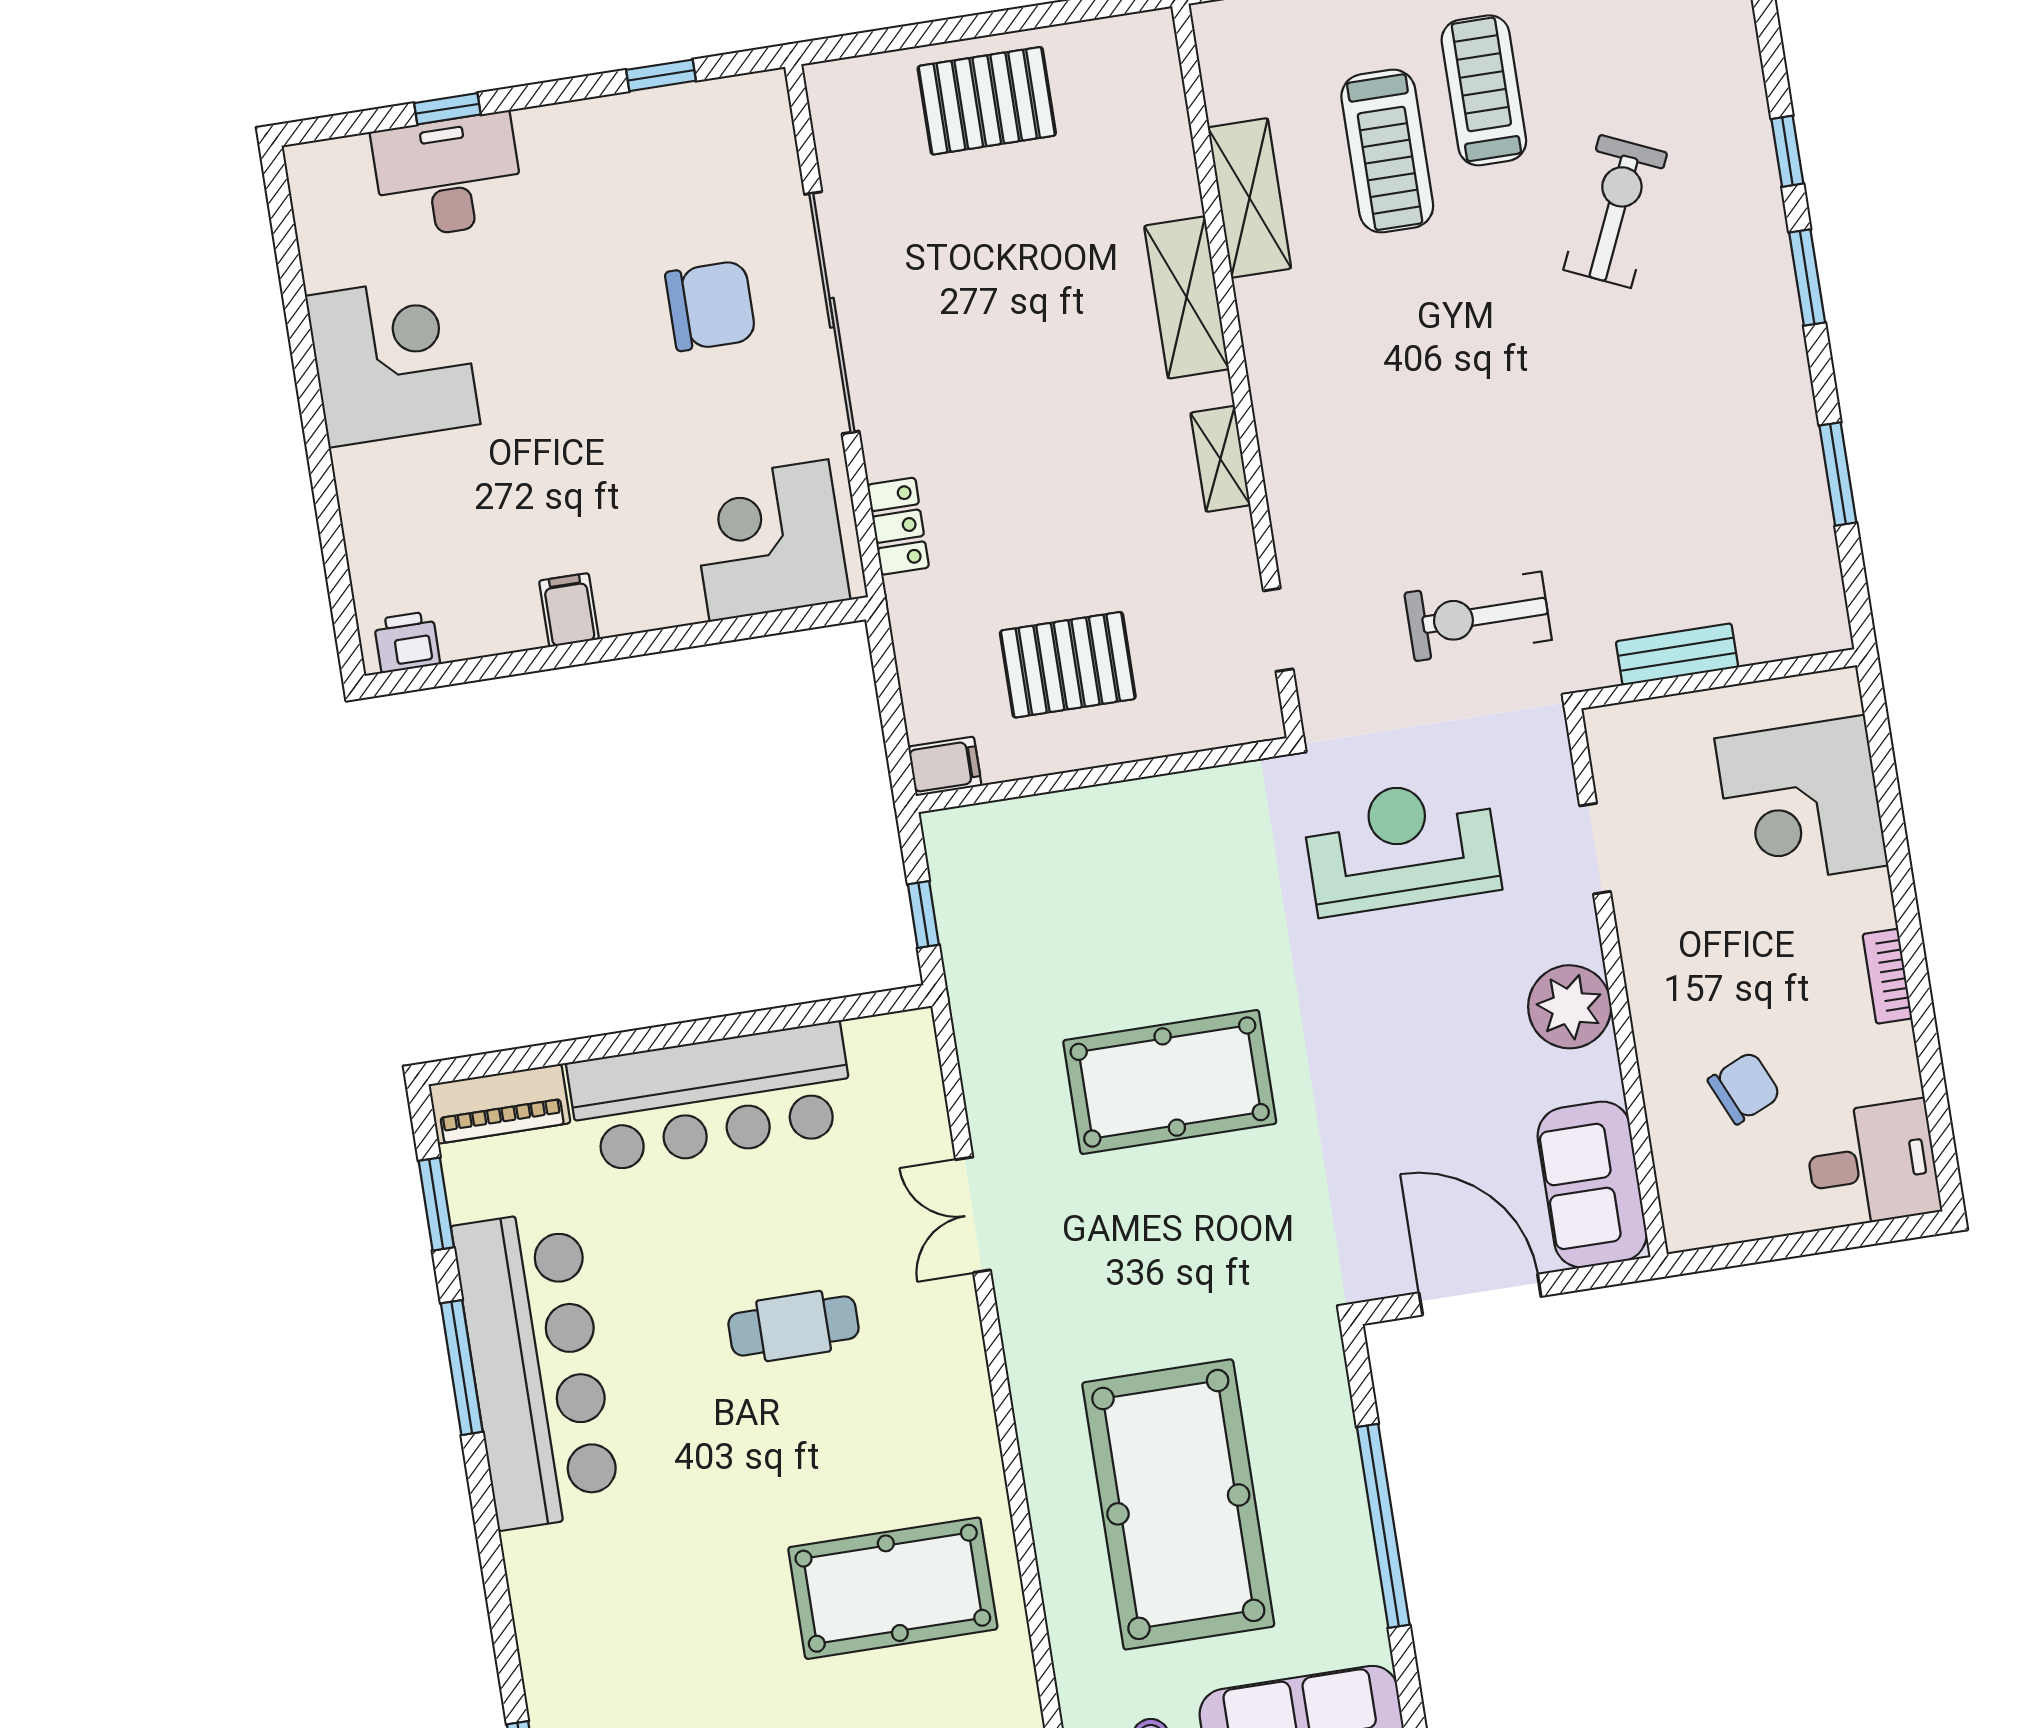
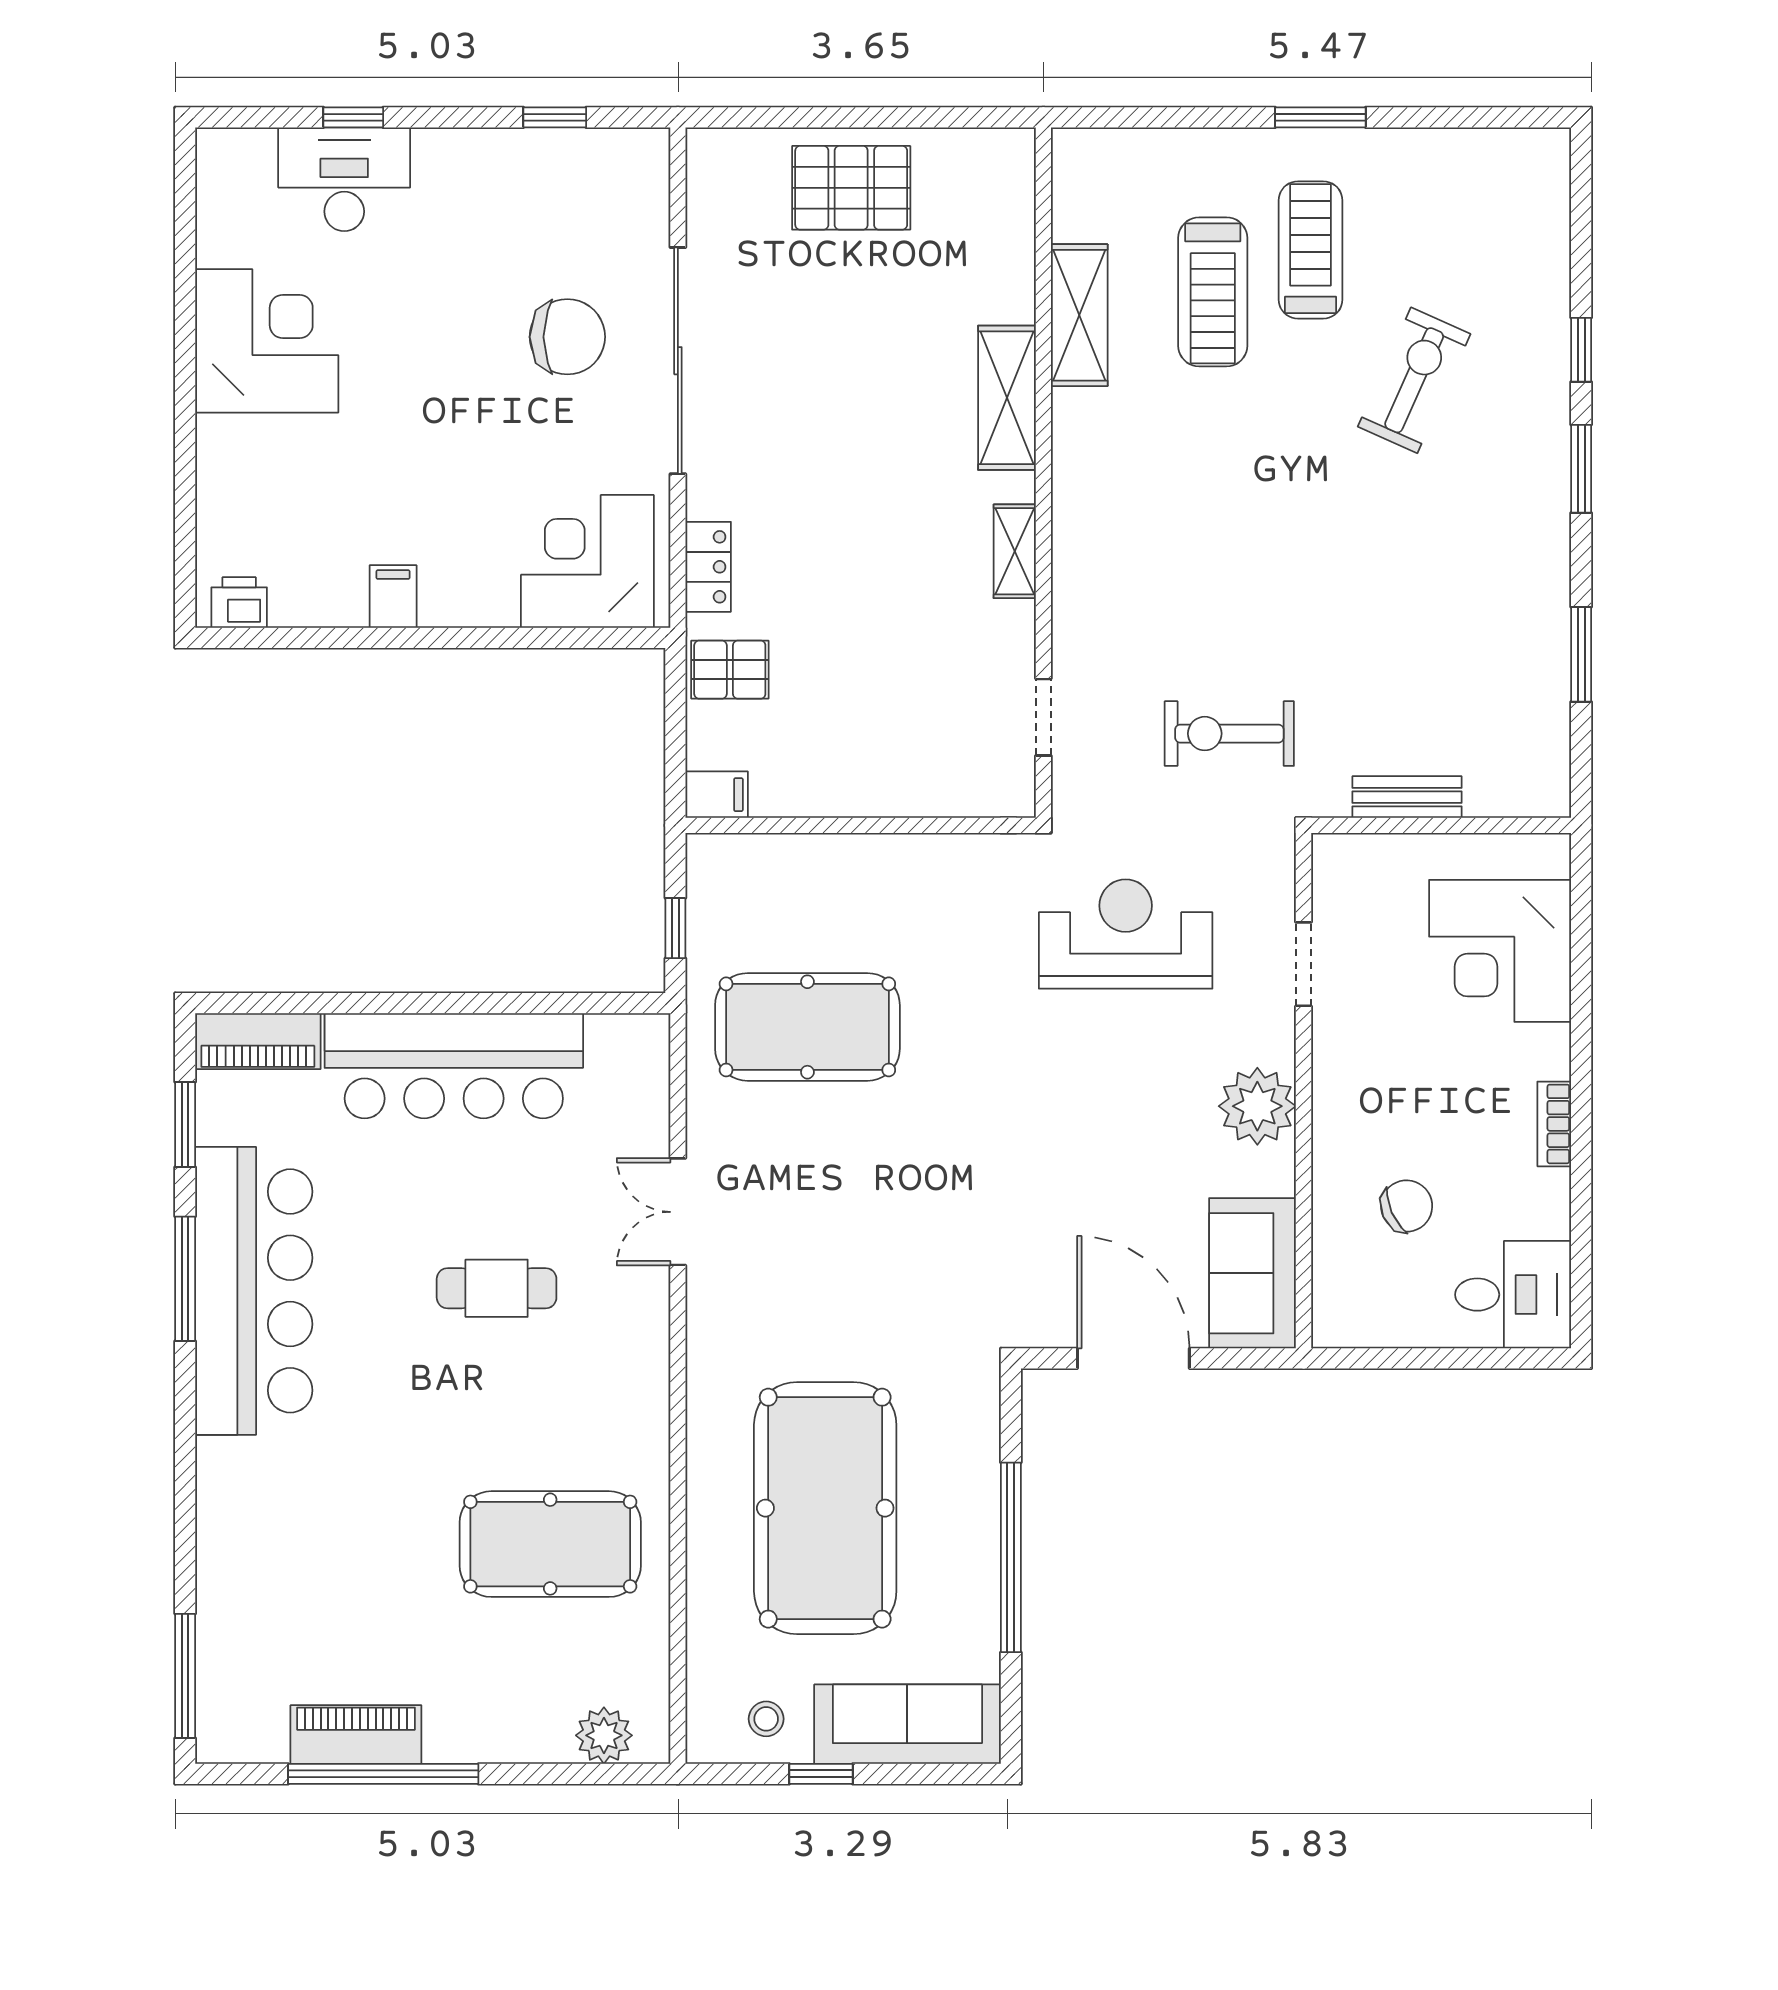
pallet: (1068, 665) -> (730, 670), moved, width x0.67, depth x0.71
pool table: (1170, 1082) -> (807, 1027), moved

